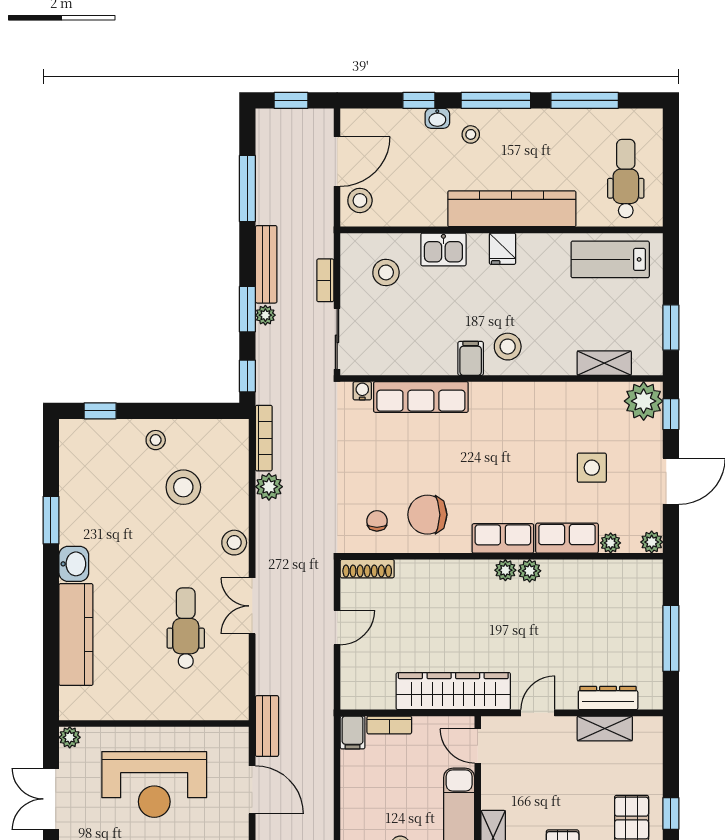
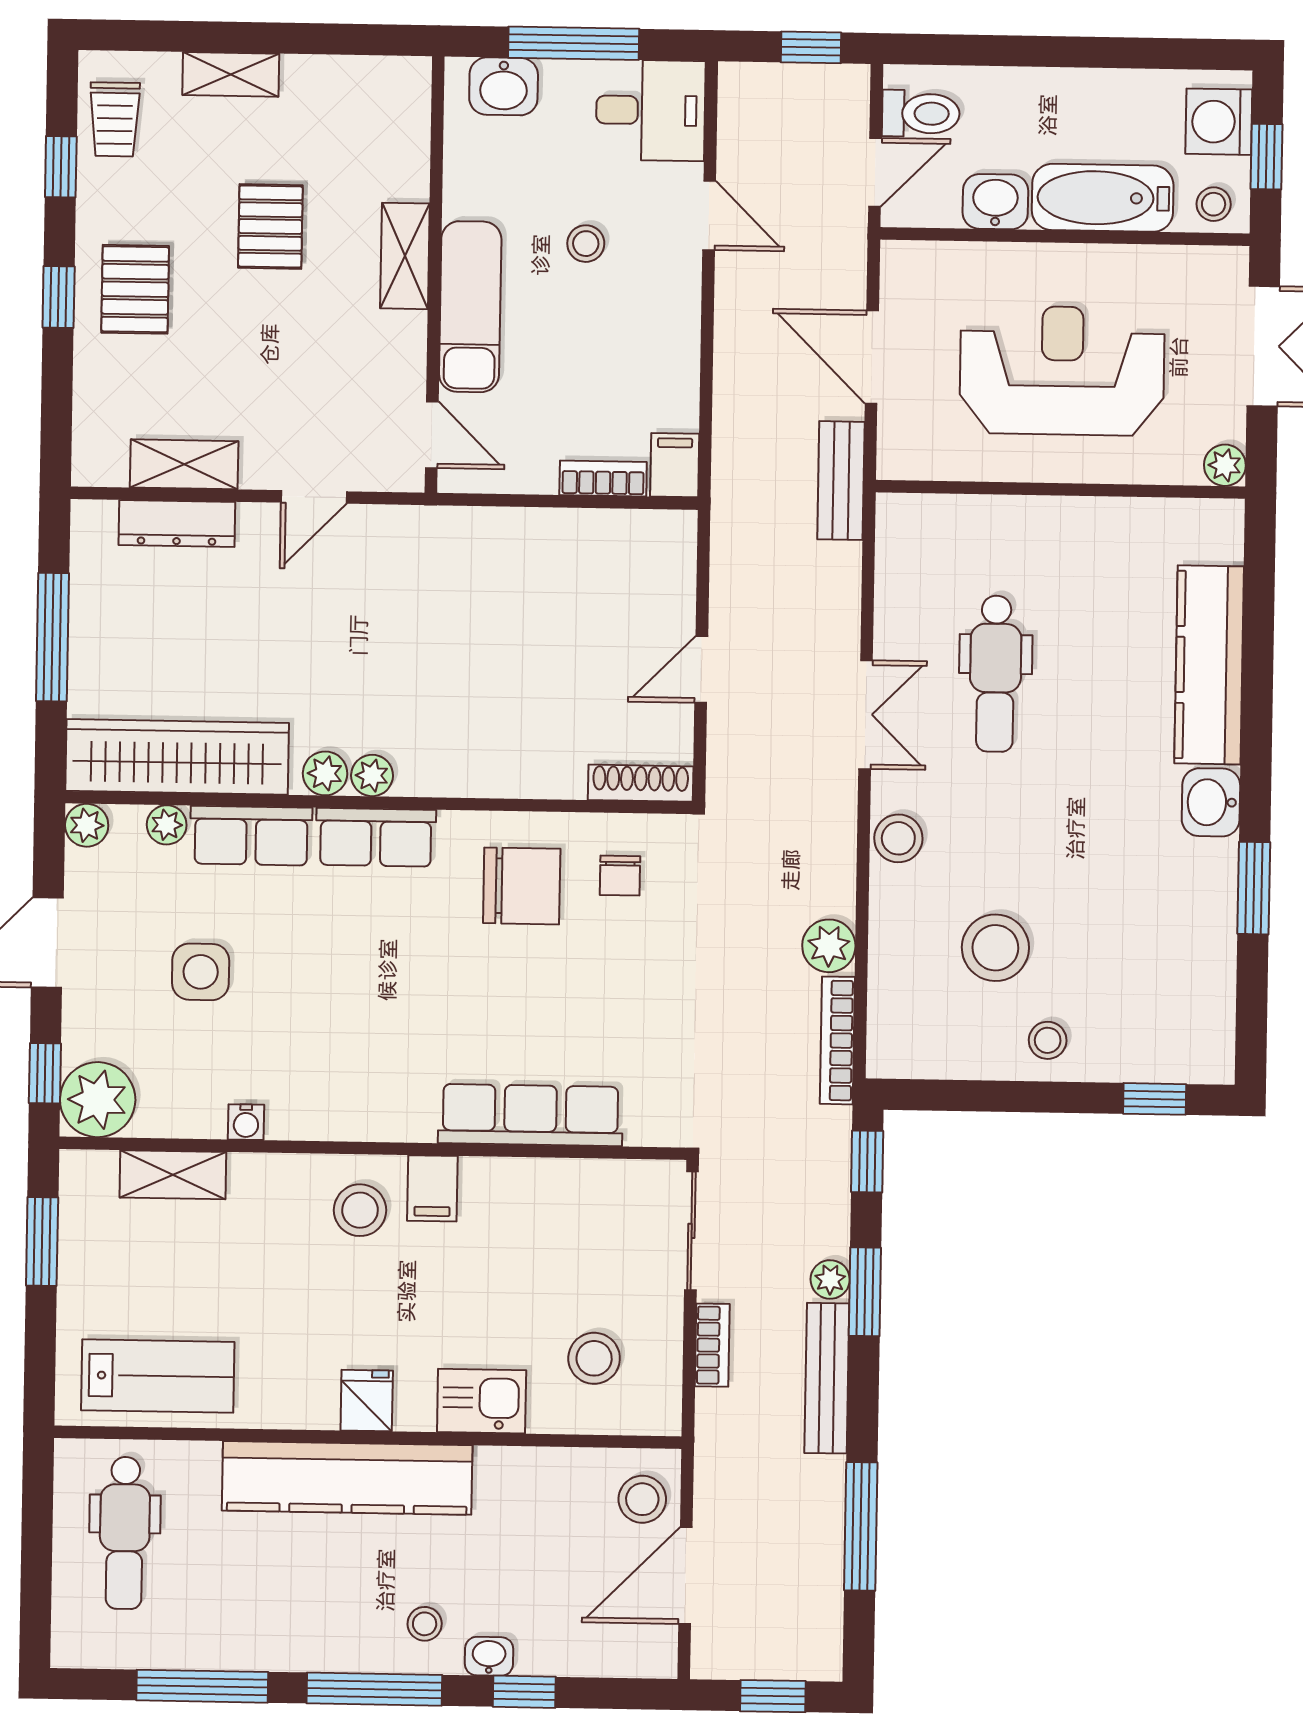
water cooler: (362, 391) -> (246, 1122), moved
wardrobe: (453, 691) -> (177, 757), moved, turned 180

